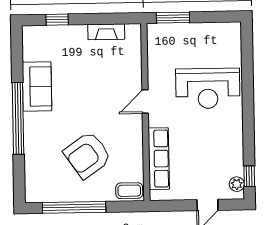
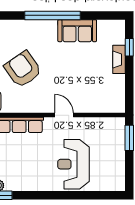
fireplace: (106, 32) -> (119, 59), moved

